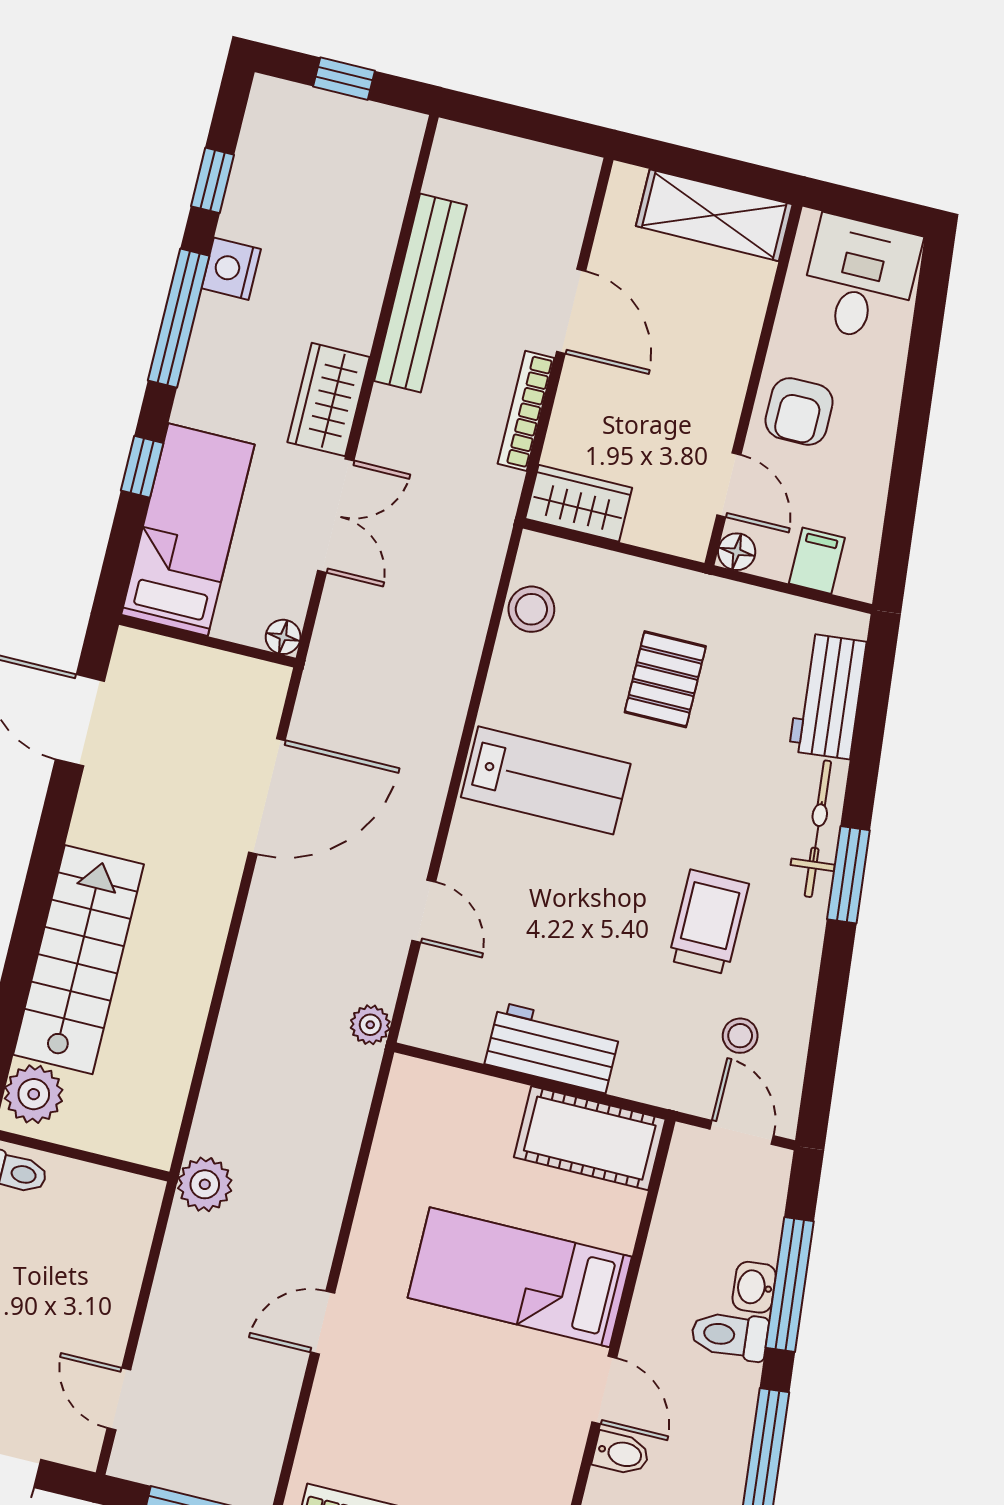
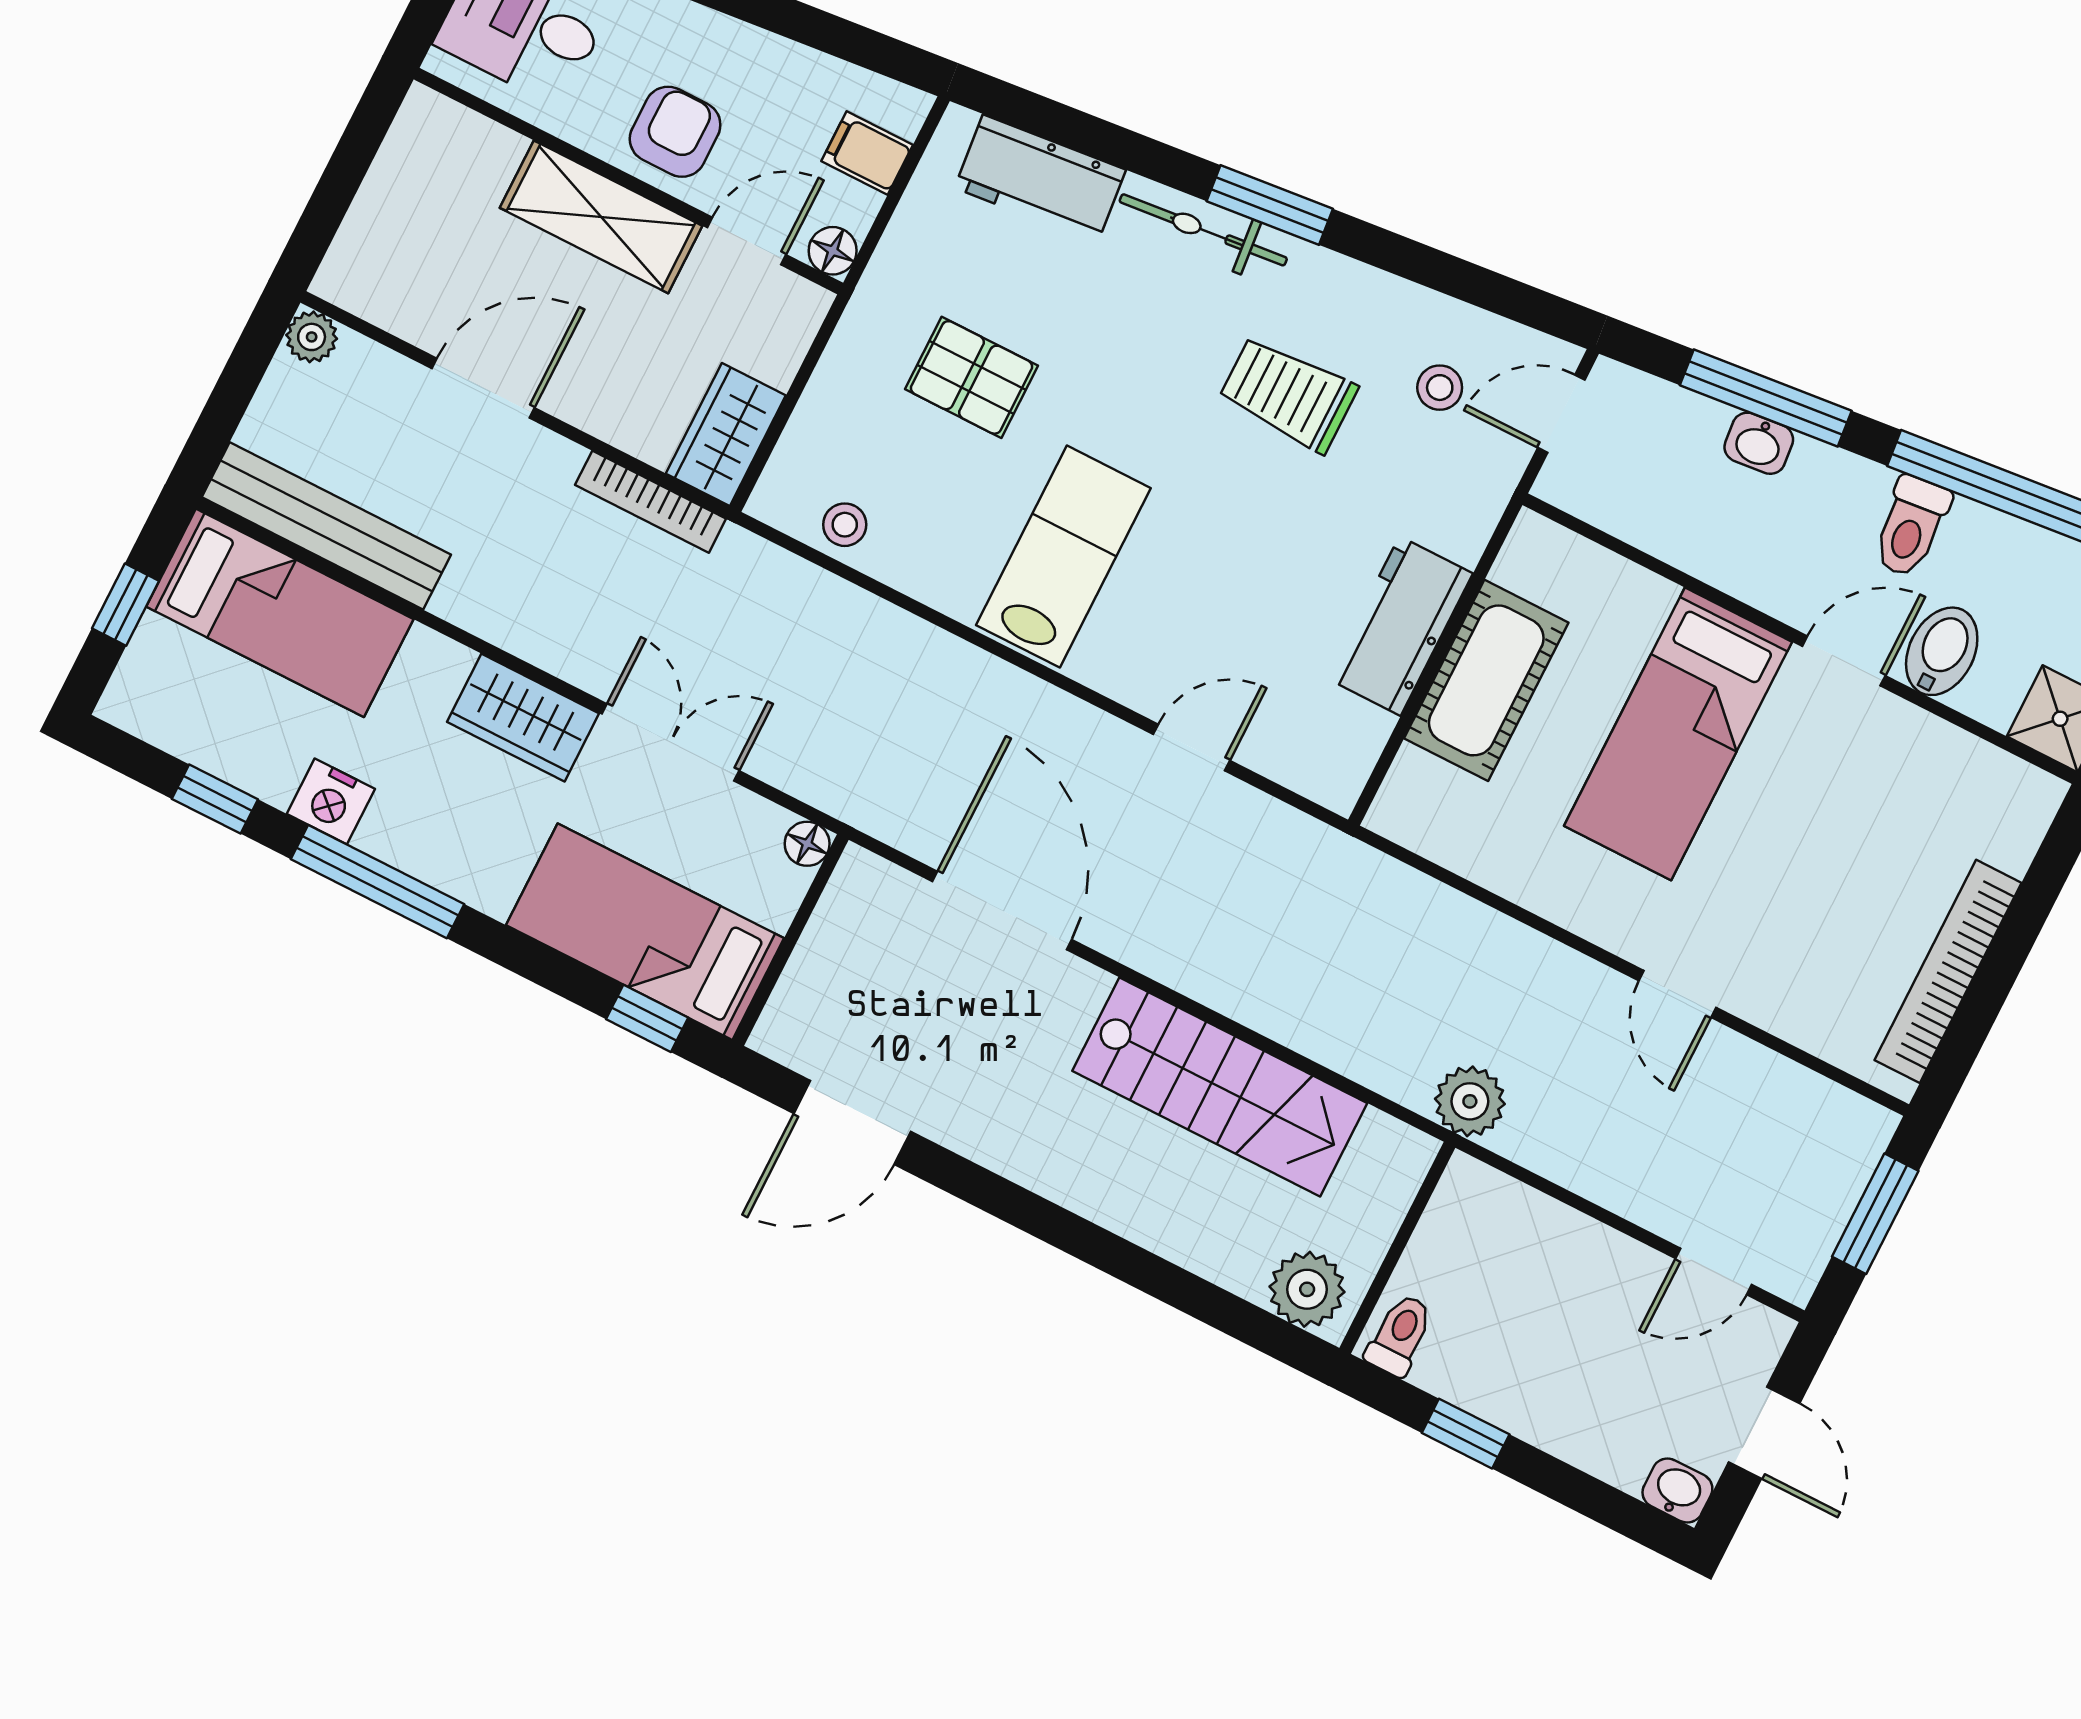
bed: (365, 197) -> (280, 613), added
shelving: (714, 215) -> (601, 217), moved, turned 90
bench: (420, 293) -> (326, 526), moved
bookcase: (526, 411) -> (651, 502), moved
armchair: (799, 411) -> (675, 132), turned -90
window: (142, 467) -> (647, 1018), moved
stool: (531, 609) -> (845, 525), width x0.73, depth x0.73
stairs: (79, 960) -> (1220, 1087), moved, turned 180
plant: (370, 1025) -> (312, 337), moved
cot: (590, 1138) -> (1486, 680), moved
toilet: (730, 1335) -> (1911, 527), moved
bidet: (621, 1453) -> (1942, 651), width x1.38, depth x1.36

